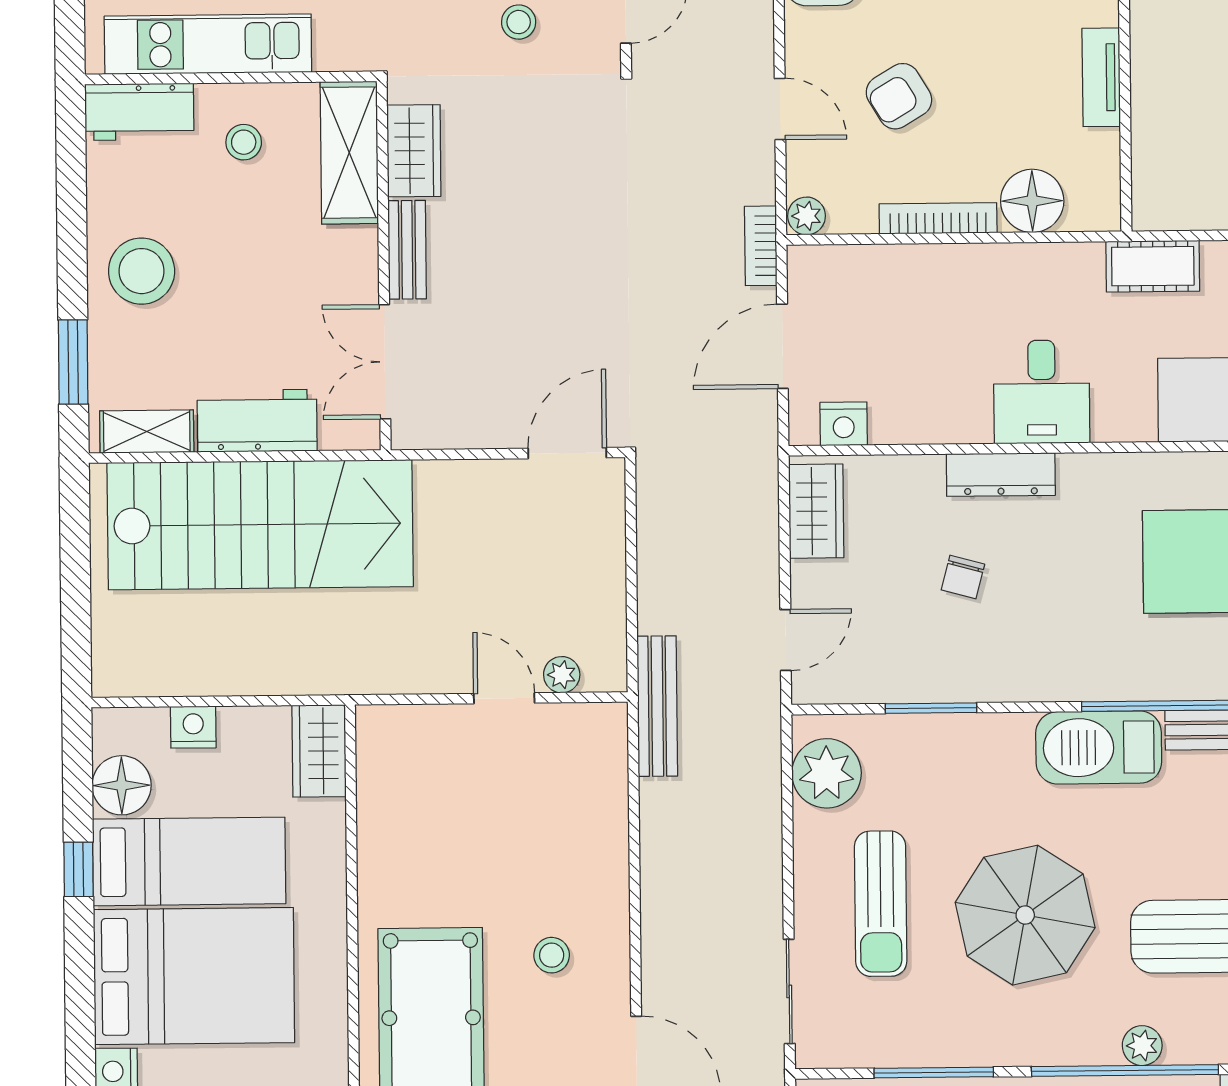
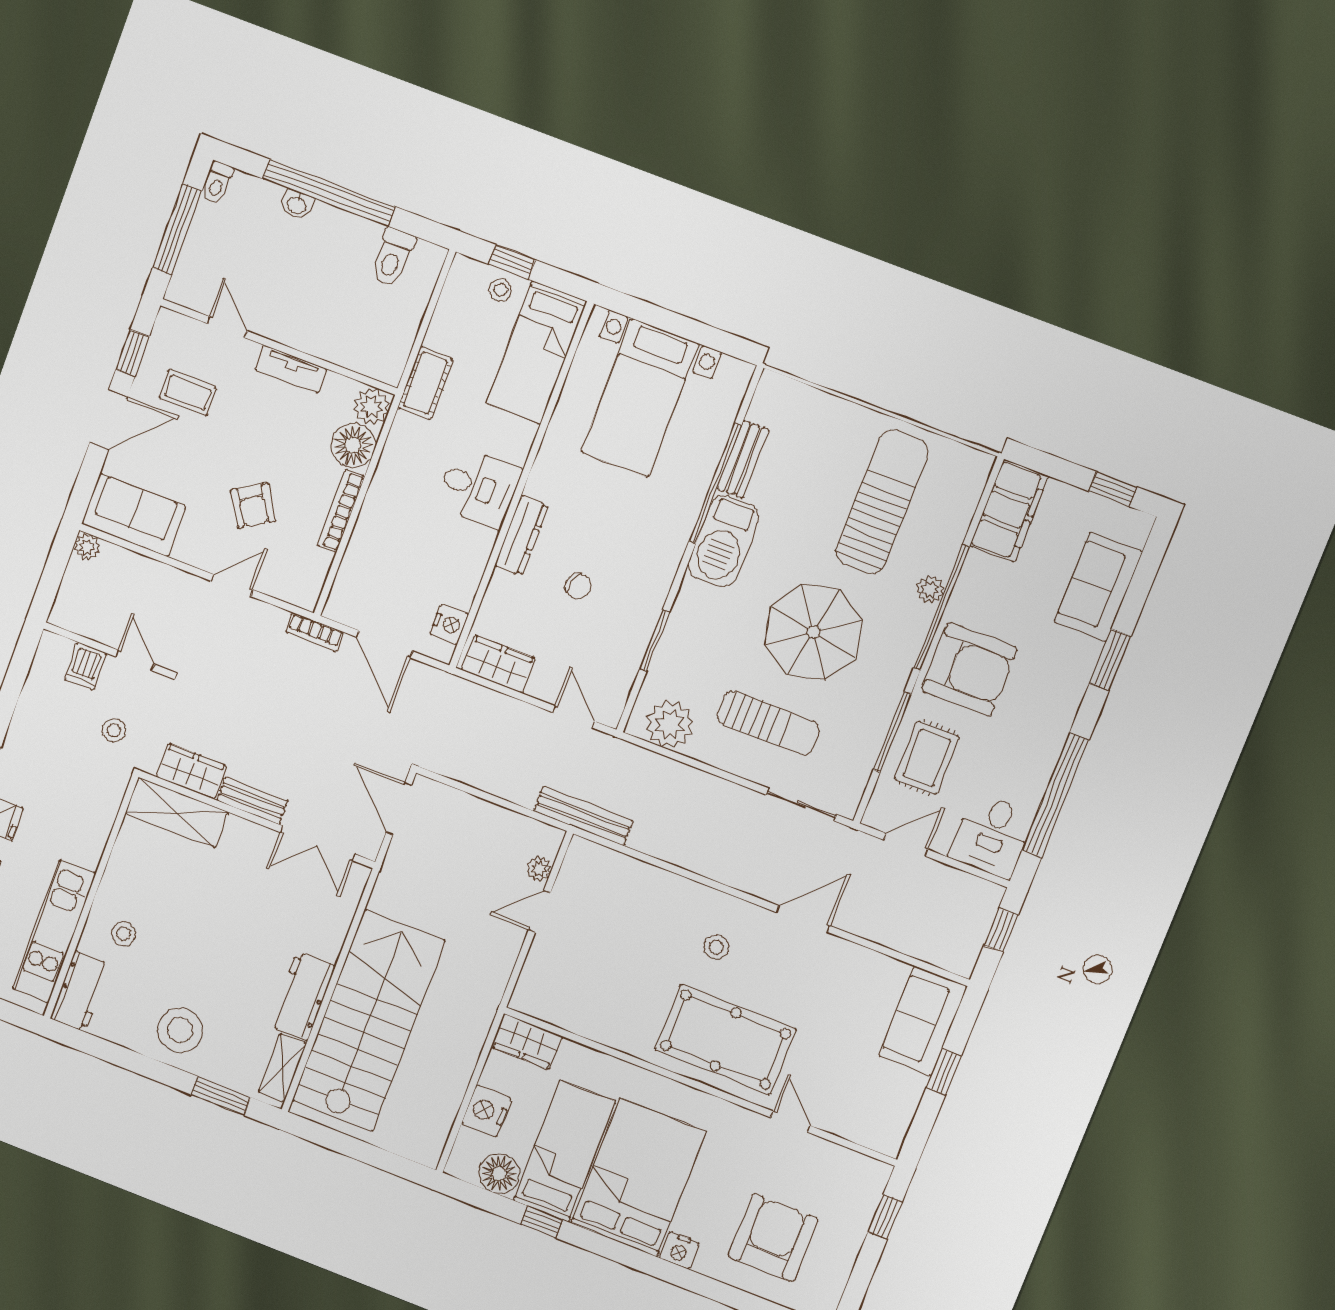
wardrobe: (414, 151) -> (191, 771), moved
shelving: (349, 153) -> (177, 813), moved
plant: (807, 216) -> (372, 407), moved, width x1.38, depth x1.38
bench: (407, 250) -> (252, 801), moved
wall: (384, 266) -> (257, 819), moved
double door: (385, 362) -> (318, 843), moved
nightstand: (193, 727) -> (486, 1111), width x1.36, depth x1.33

